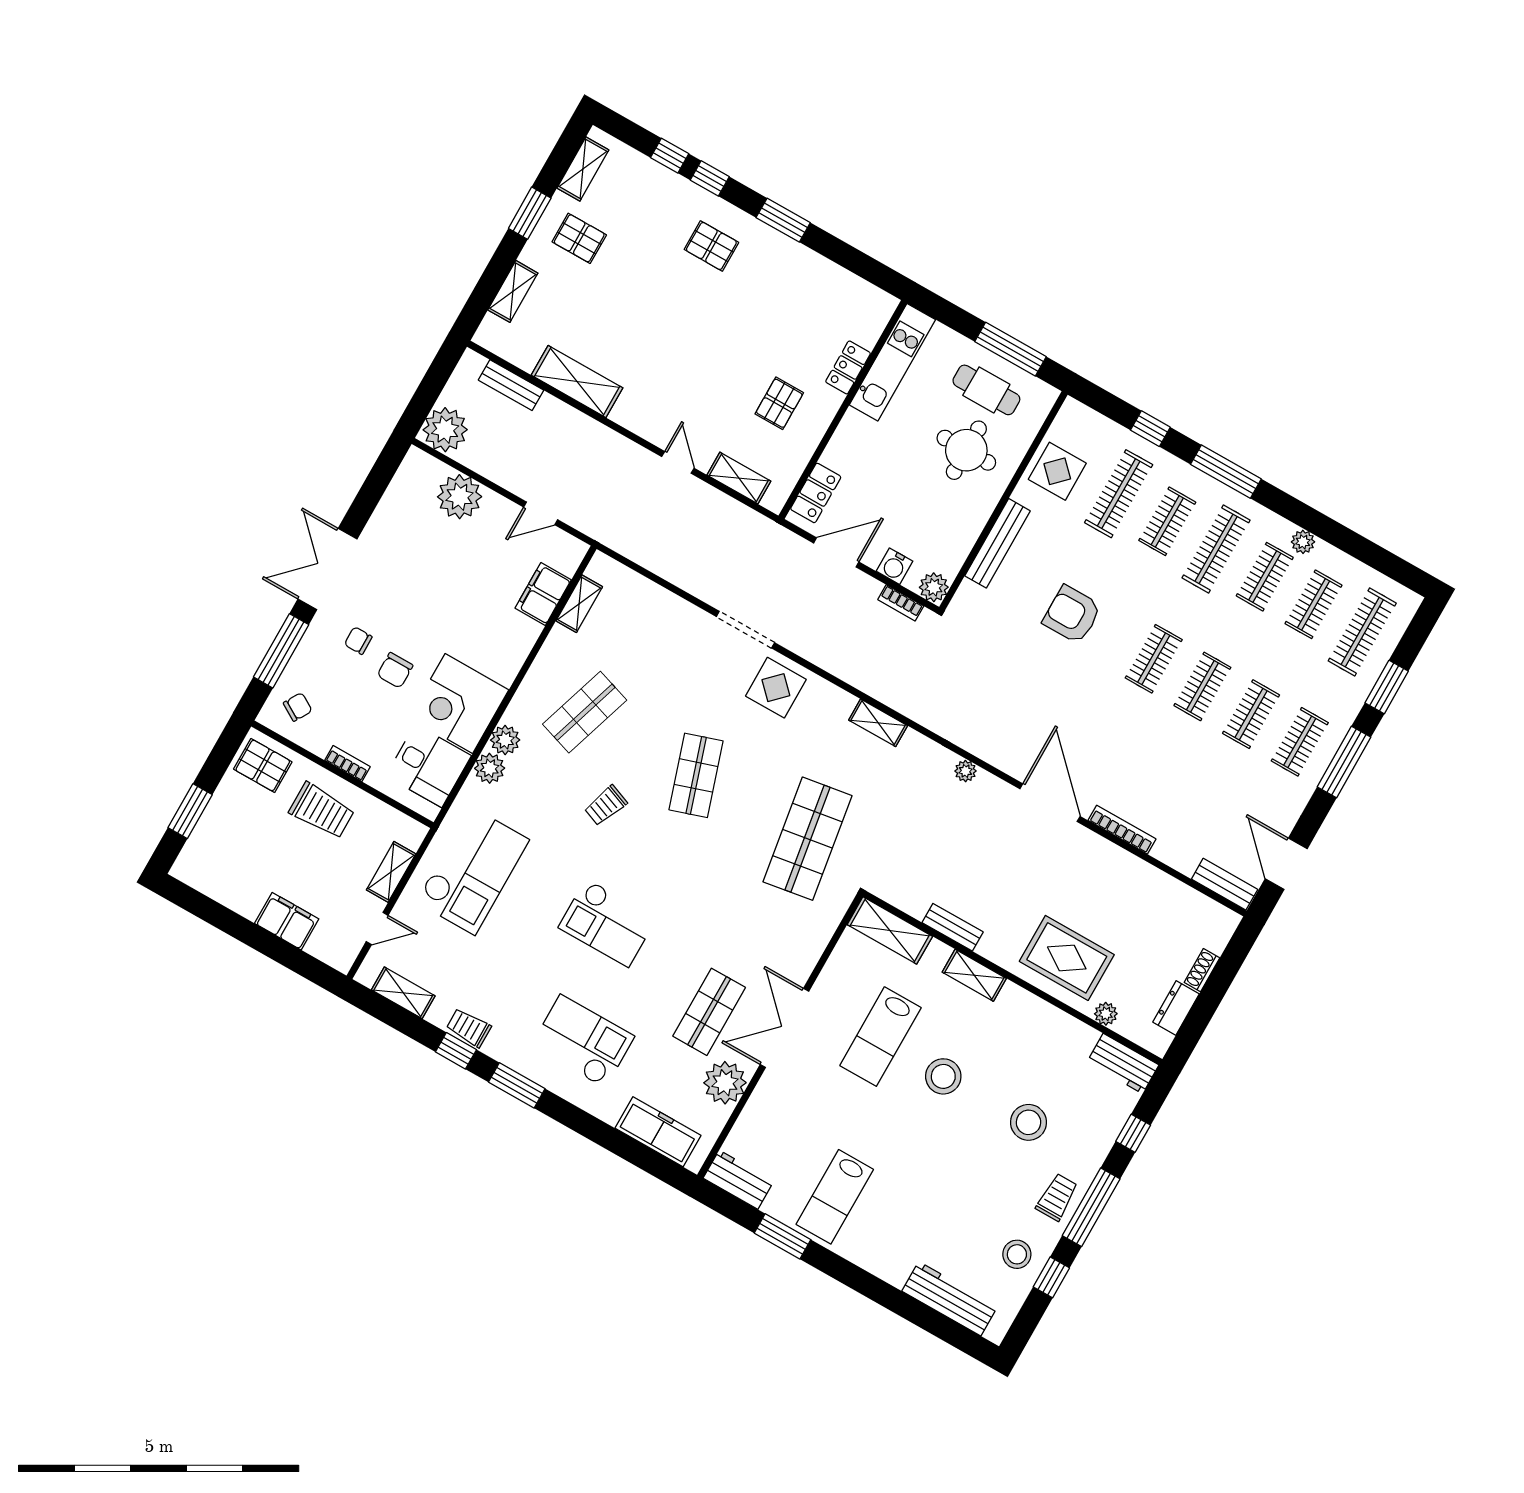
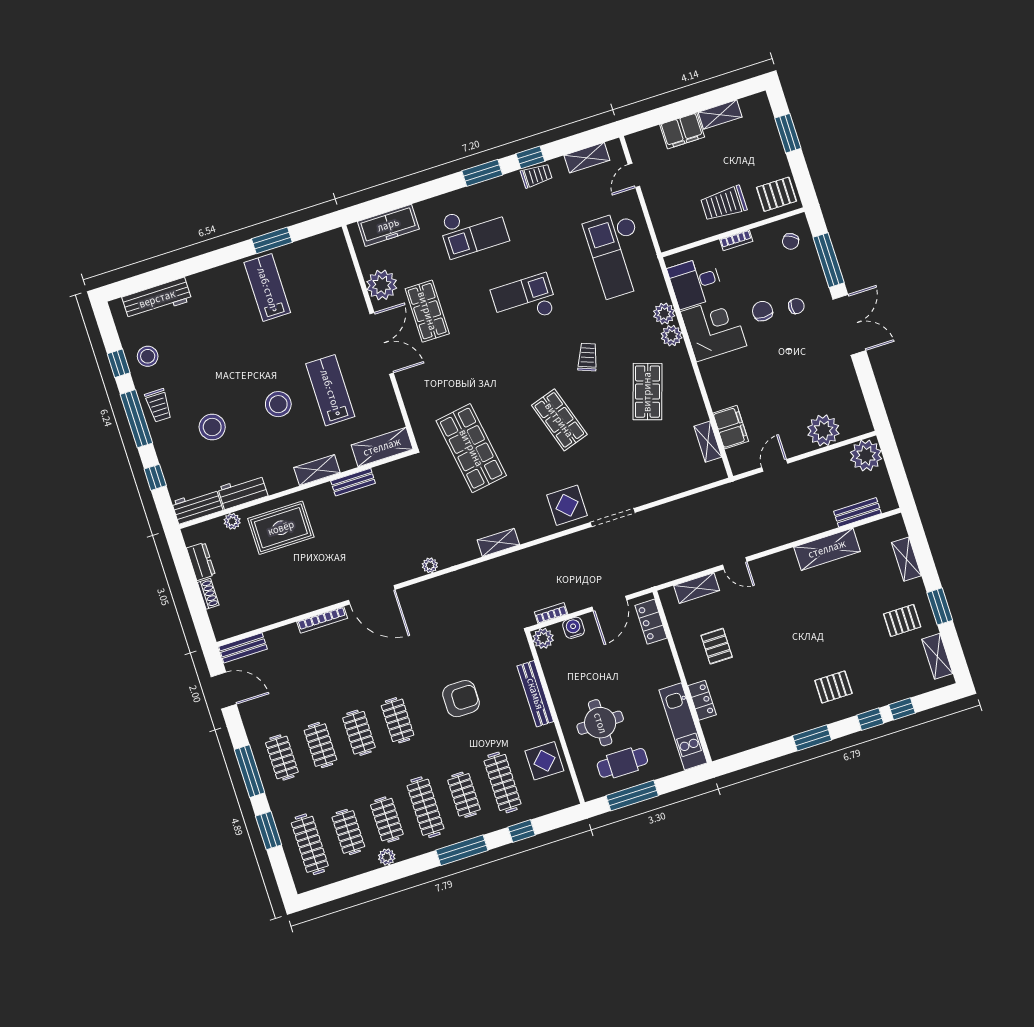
shelving: (391, 872) -> (720, 115), moved, turned 90
workbench: (738, 1180) -> (243, 492), moved, turned 180

